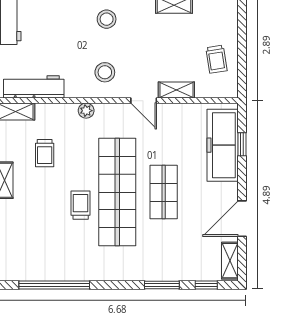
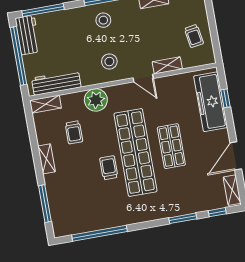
plant: (86, 111) -> (96, 100), width x1.87, depth x1.87

